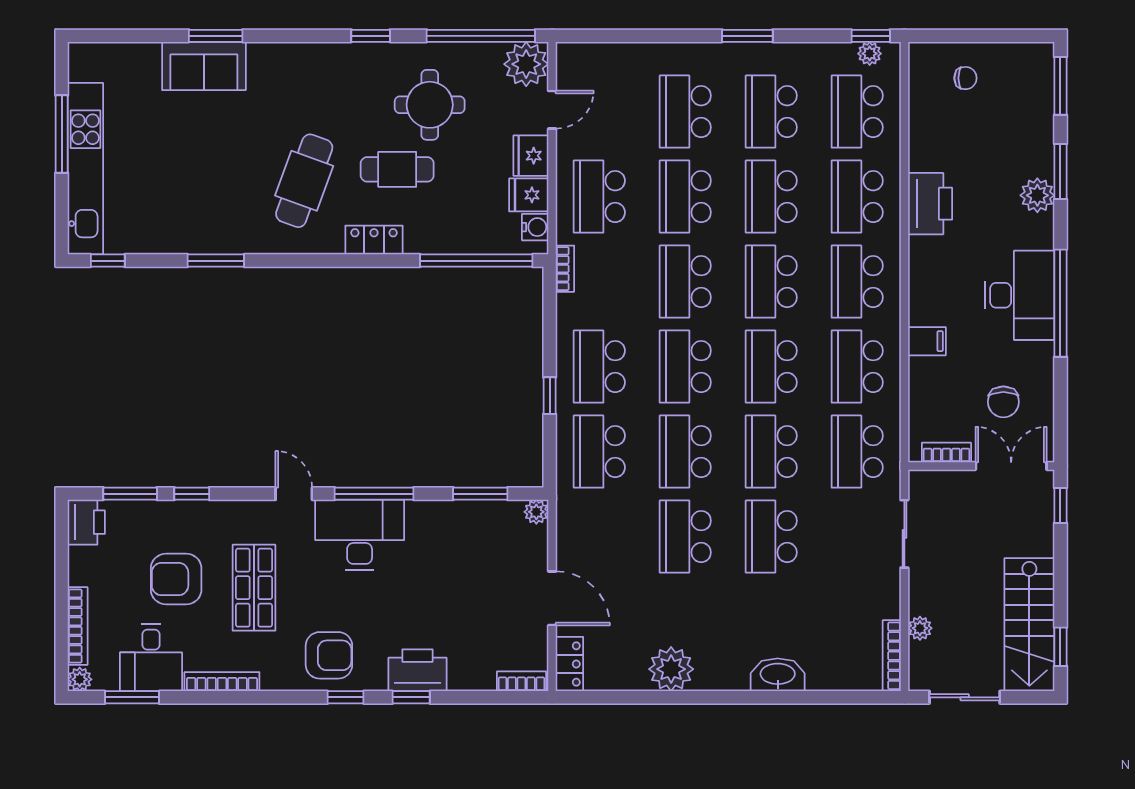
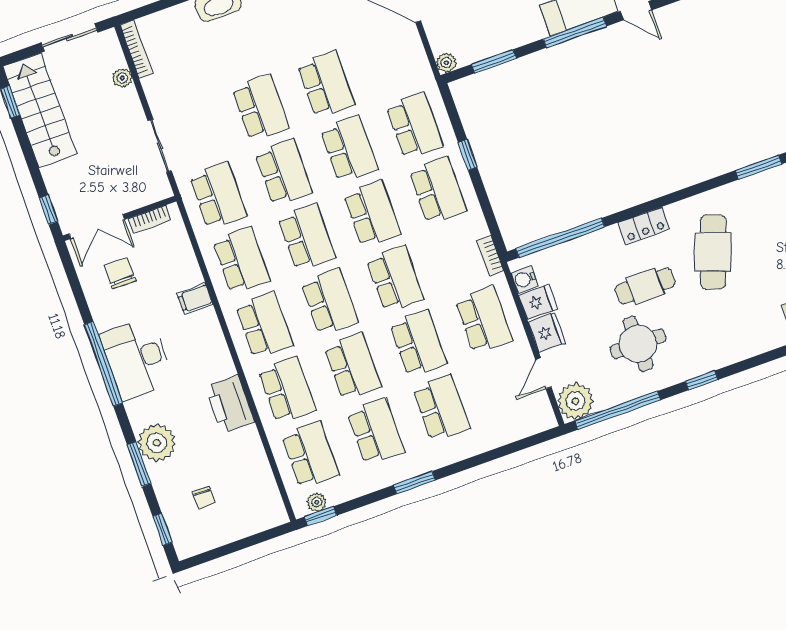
chair: (965, 78) -> (204, 498), moved, turned -90
window: (1060, 86) -> (162, 529), width x0.67
plant: (1037, 195) -> (157, 443), width x1.36, depth x1.36

